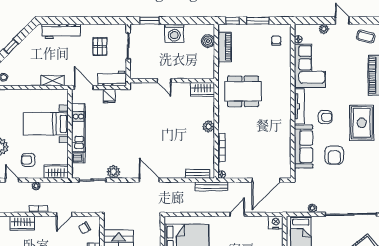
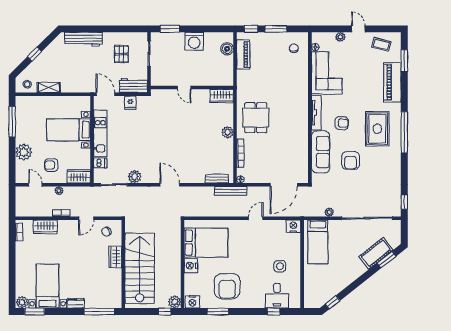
shelving: (53, 81) -> (49, 87), moved
dining table: (243, 91) -> (256, 118), moved, width x0.73

